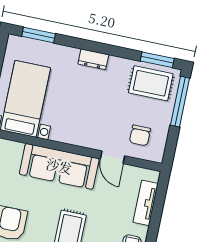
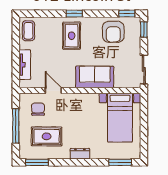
rug: (151, 83) -> (47, 136), moved
window: (180, 102) -> (16, 126), moved
sofa: (59, 166) -> (95, 77), width x0.73

